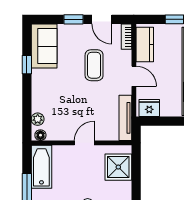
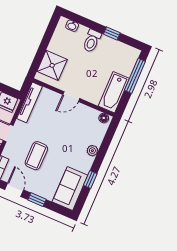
plant: (38, 119) -> (92, 151), moved

